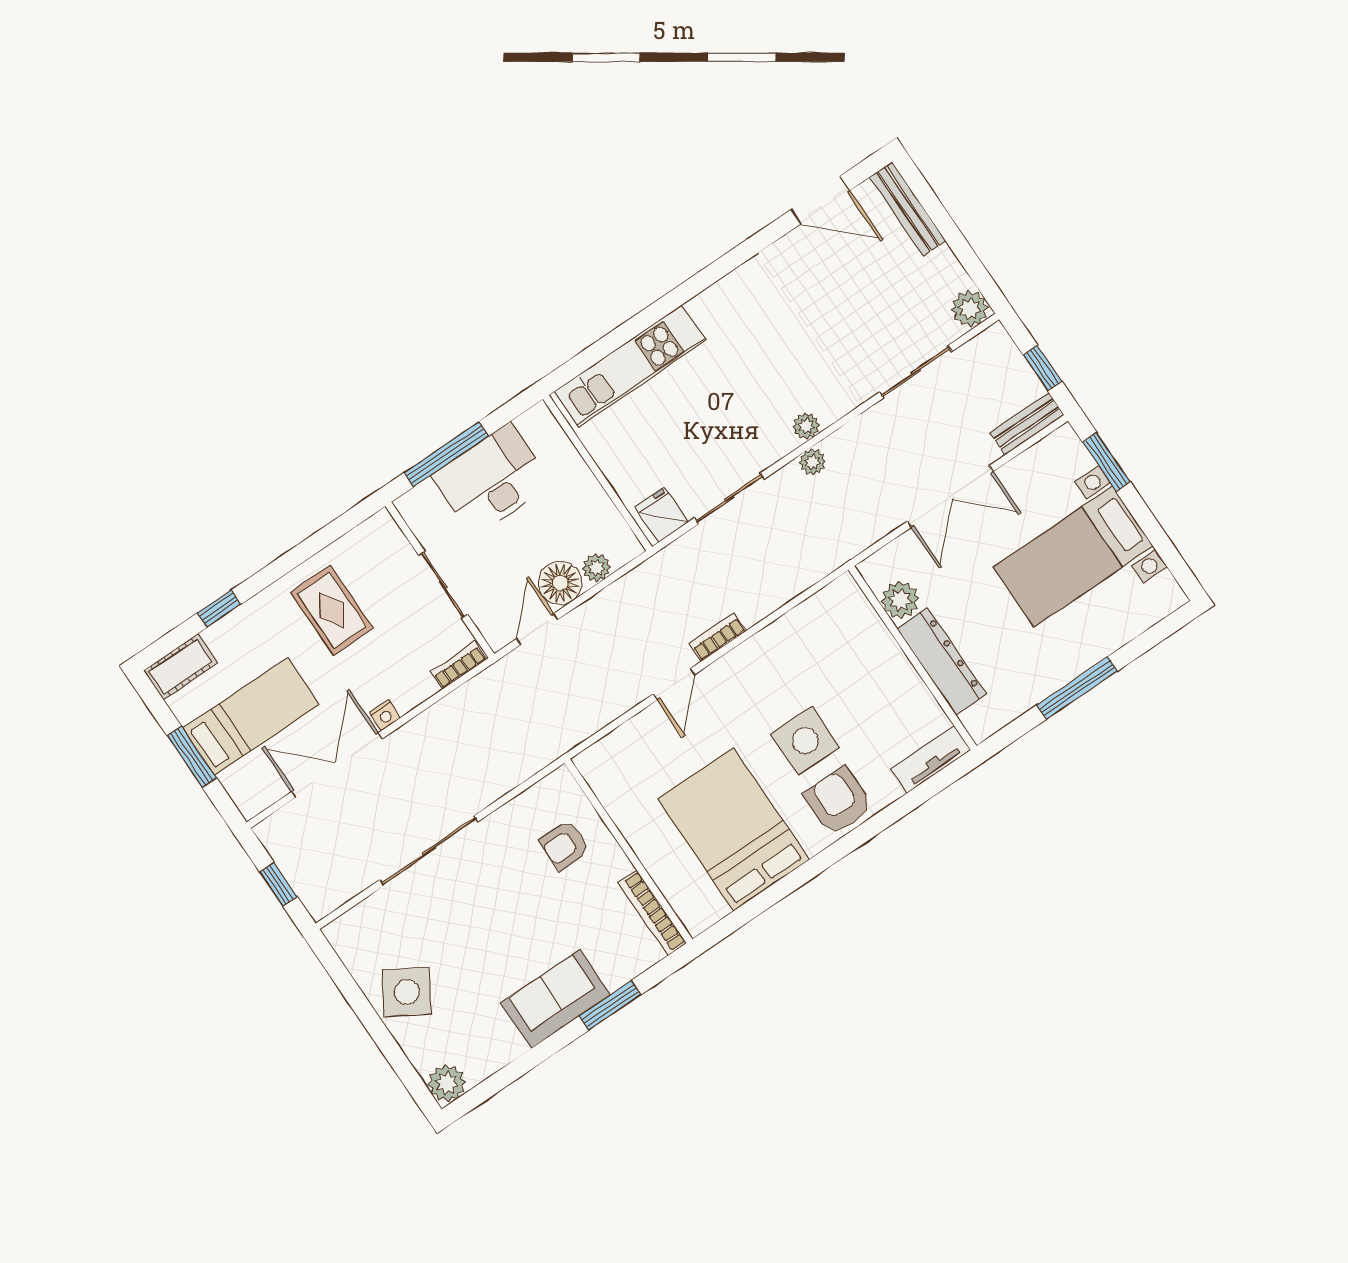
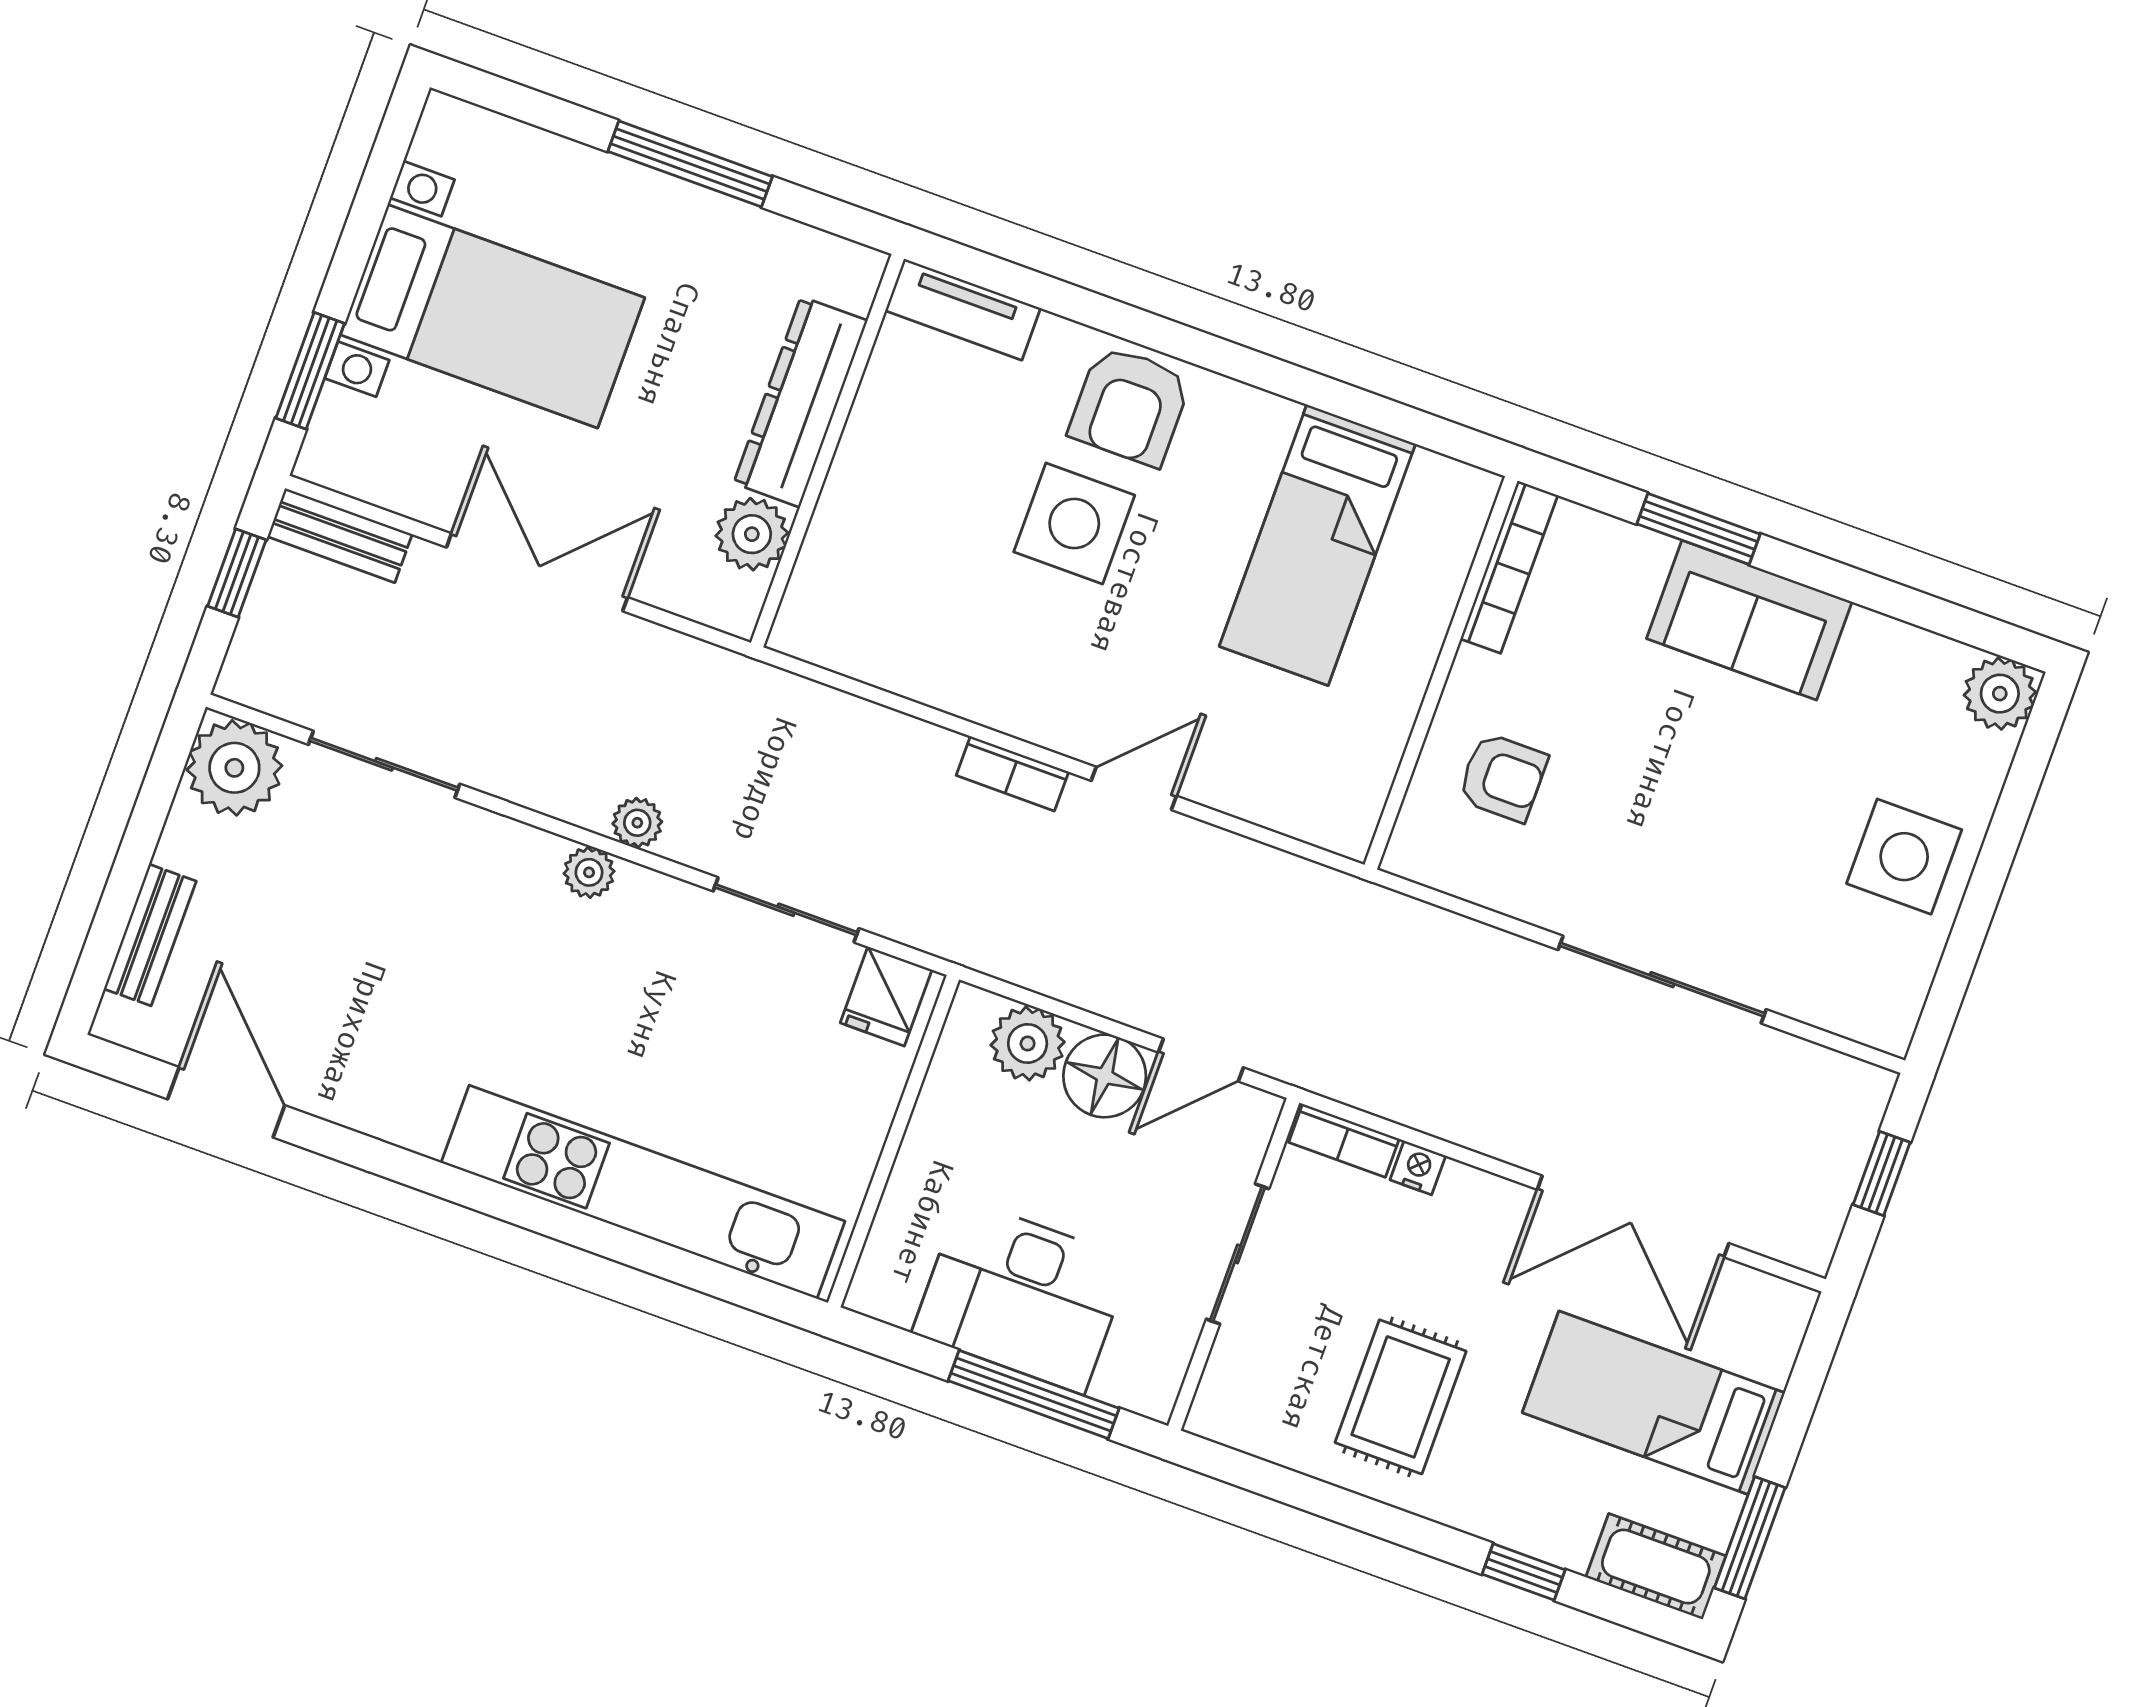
bench: (908, 209) -> (150, 935), width x0.73
plant: (970, 309) -> (234, 768), width x1.36, depth x1.36
kitchen unit: (630, 366) -> (643, 1192), width x1.36
plant: (596, 568) -> (1028, 1044), width x1.38, depth x1.38
nightstand: (385, 715) -> (1418, 1168), moved
window: (192, 757) -> (1750, 1538), moved
bed: (734, 829) -> (1317, 545), width x0.67
side table: (407, 992) -> (1904, 857), turned -31

